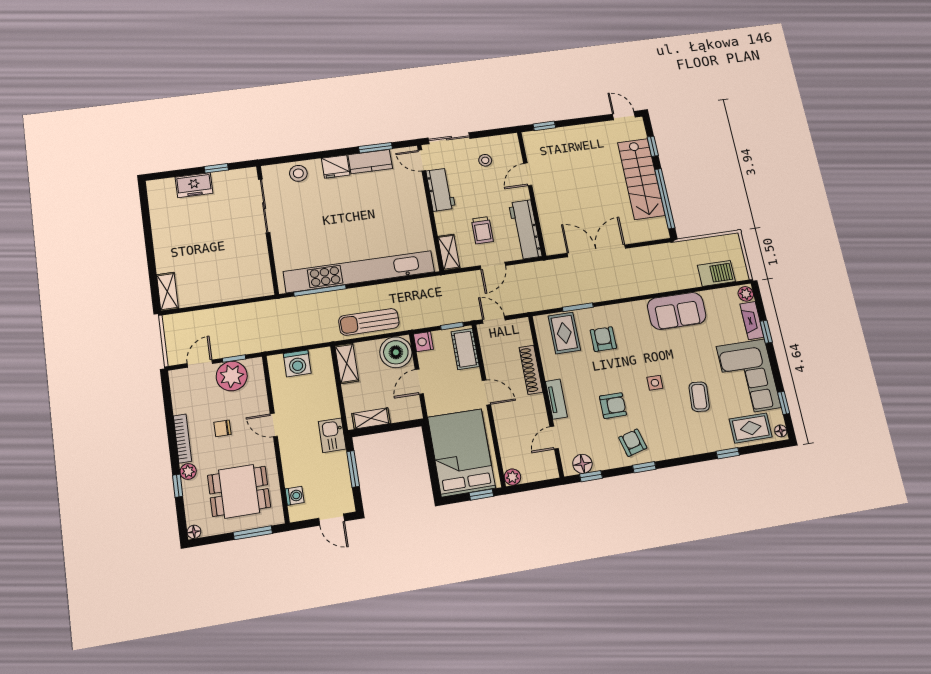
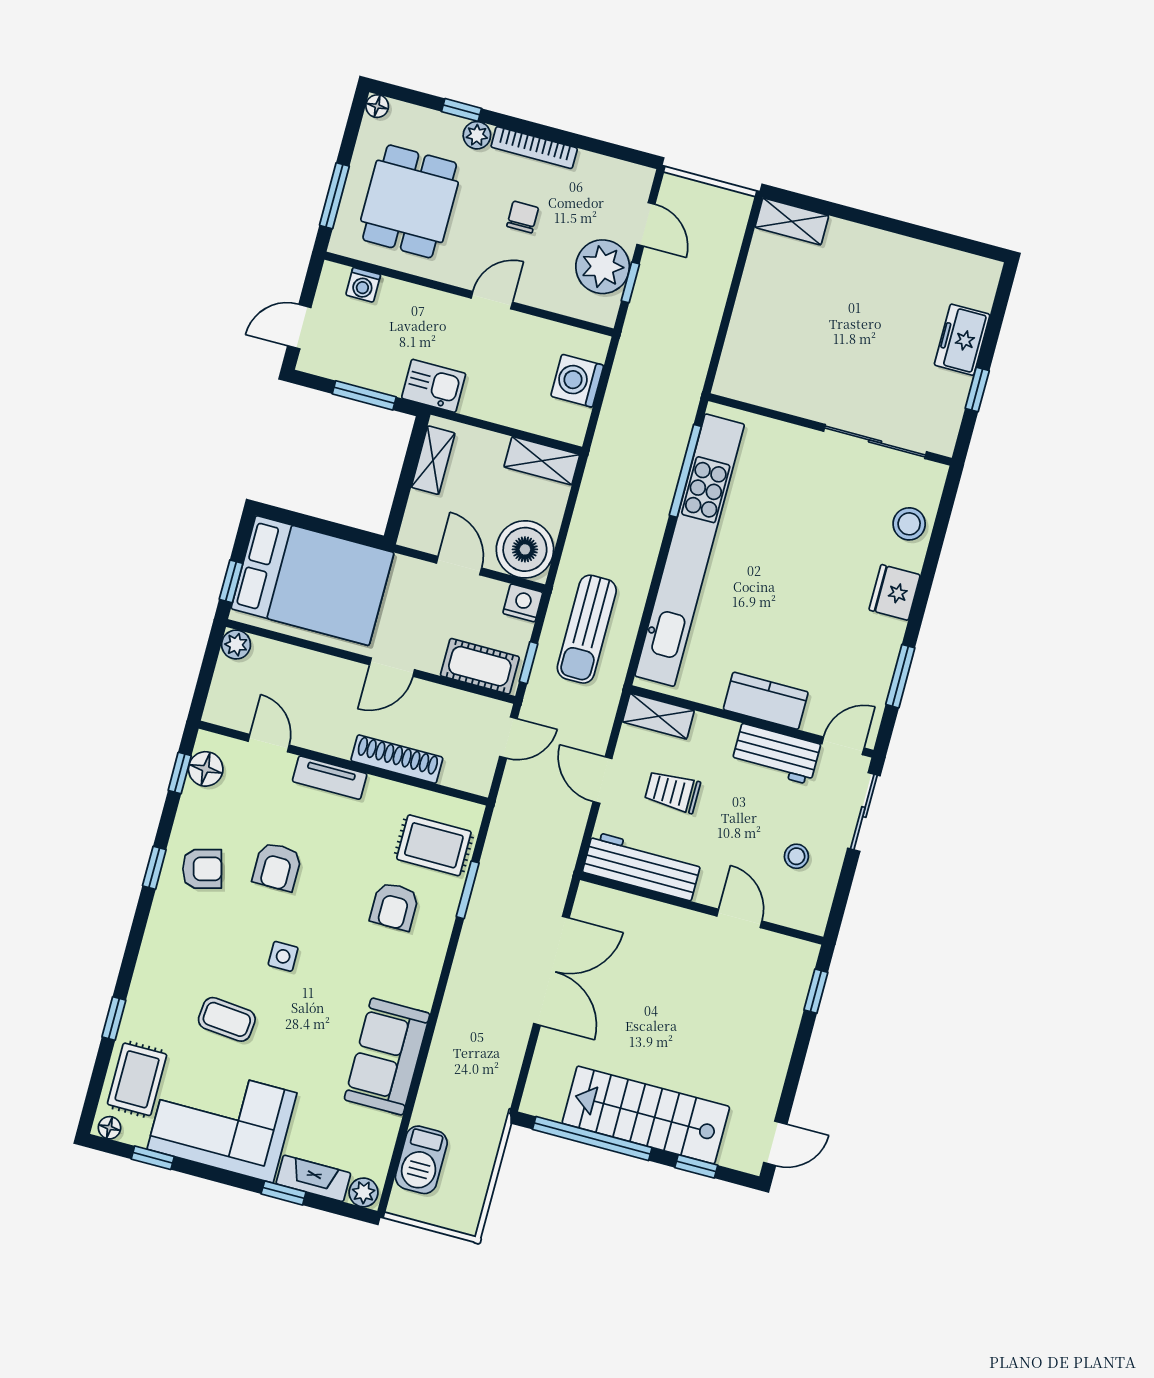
kitchen counter: (370, 162) -> (766, 701), moved, turned 90
sun lounger: (369, 322) -> (587, 629), moved, turned 180
armchair: (603, 339) -> (394, 906), turned 90

